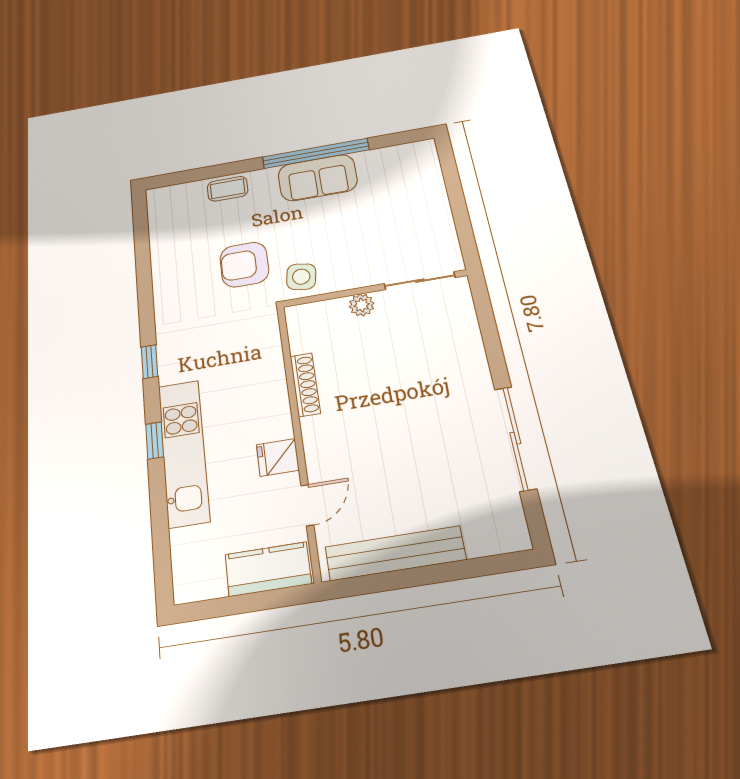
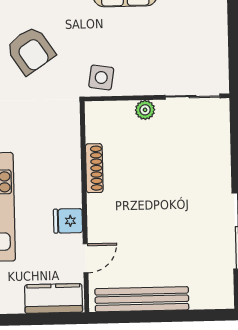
armchair: (244, 265) -> (30, 50), moved, turned -124

